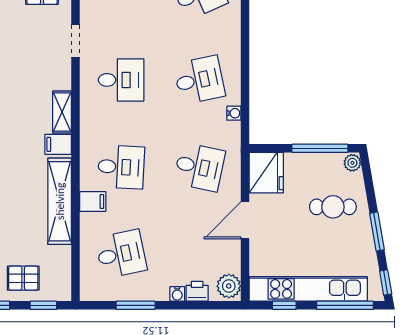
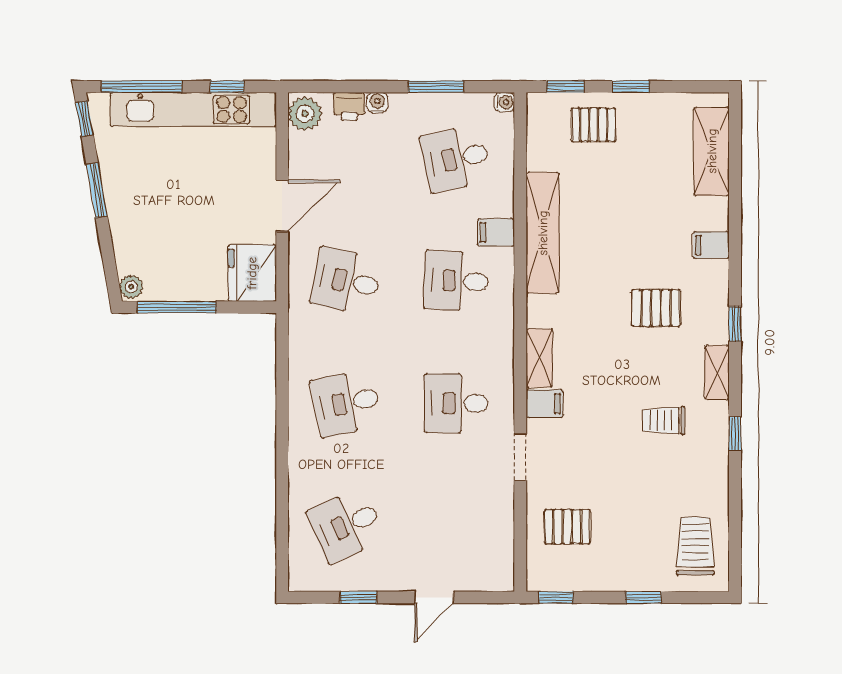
water cooler: (234, 113) -> (505, 102), moved, turned 180
filing cabinet: (58, 144) -> (545, 404), moved
cafe table: (333, 207) -> (159, 225), removed

